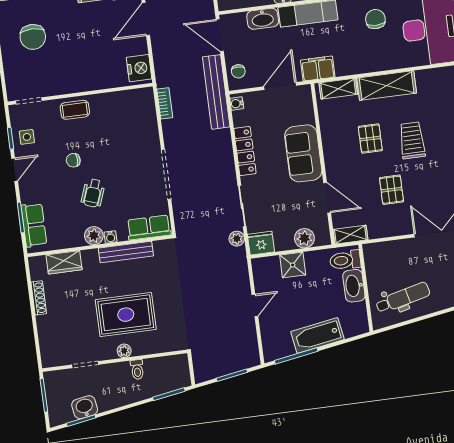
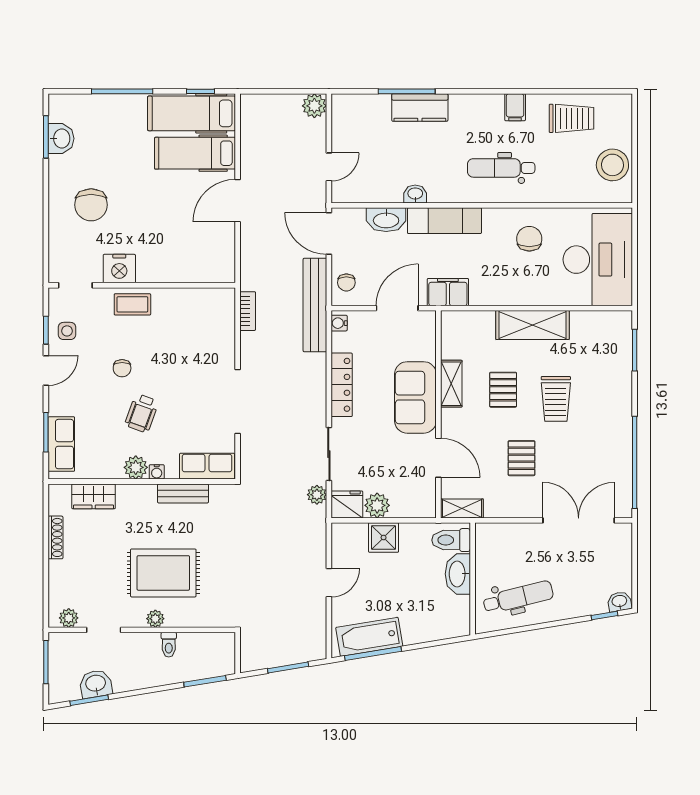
nightstand: (139, 68) -> (119, 269), moved, turned 90
shelving: (338, 89) -> (451, 384), moved, turned 90
trolley: (412, 140) -> (556, 399), turned 180
chair: (73, 160) -> (122, 368), turned -90
plant: (304, 238) -> (377, 505), moved
bench: (126, 252) -> (183, 493), width x0.73
bathtub: (317, 336) -> (369, 637), moved
plant: (57, 359) -> (69, 618), added

